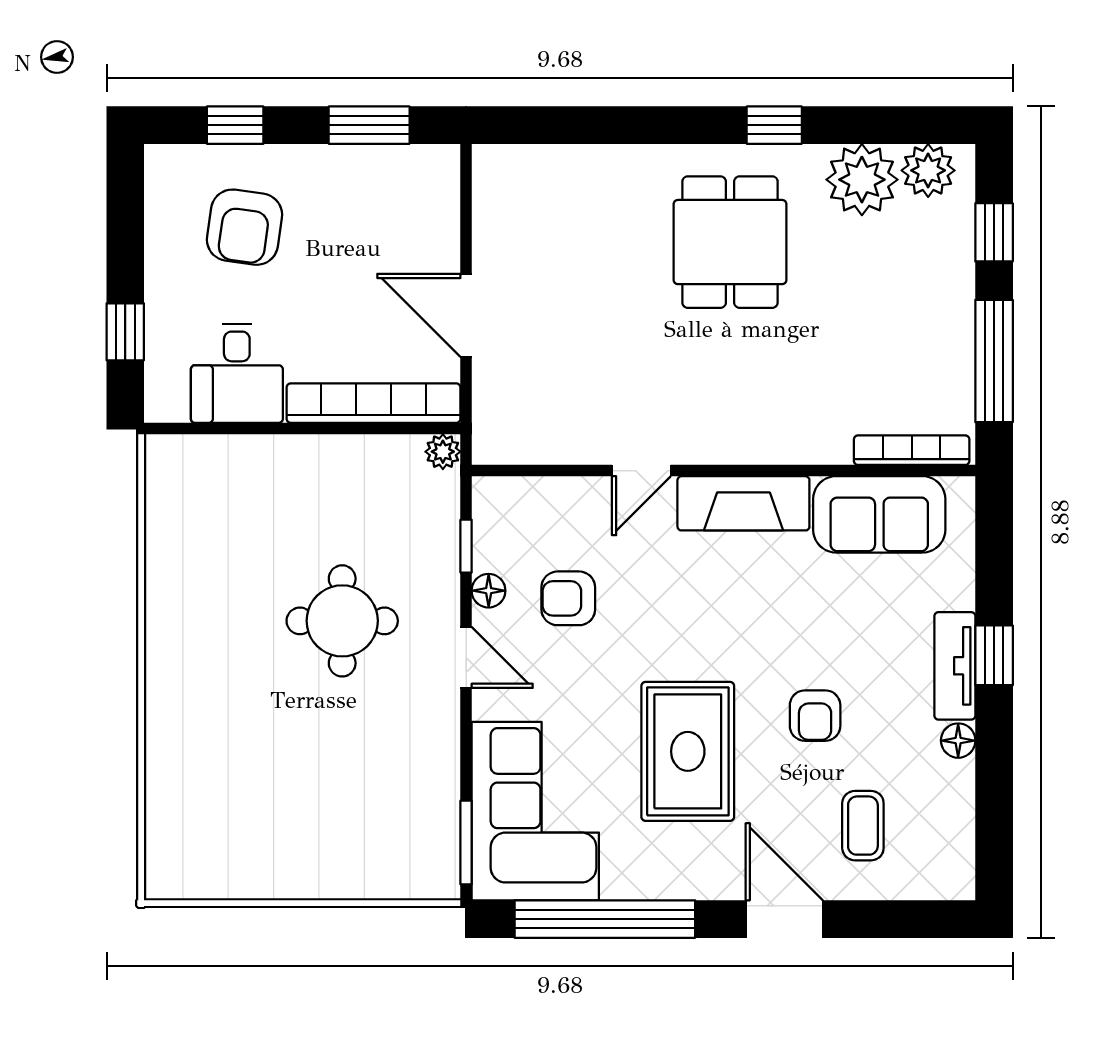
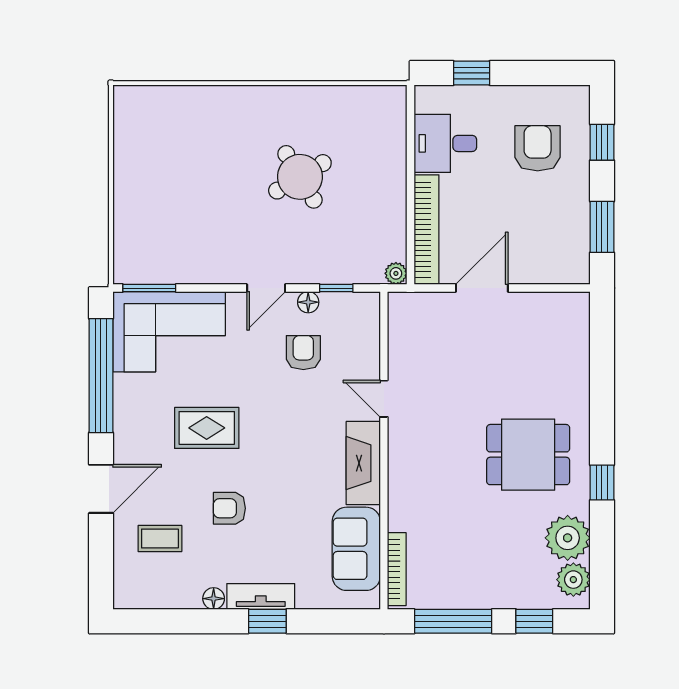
armchair: (245, 227) -> (538, 148), turned 82
round table: (342, 621) -> (300, 177), moved, turned -31
rug: (688, 751) -> (207, 428), width x0.73, depth x0.70

